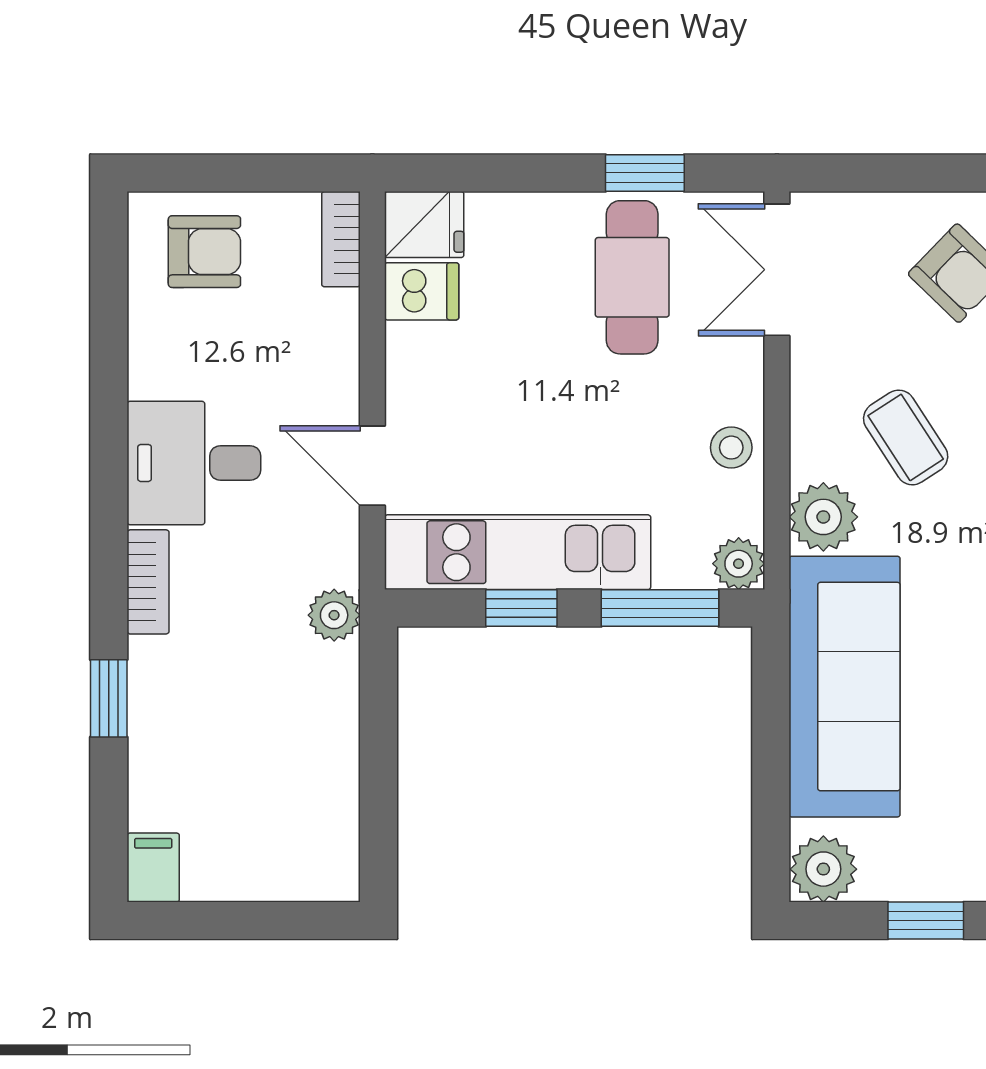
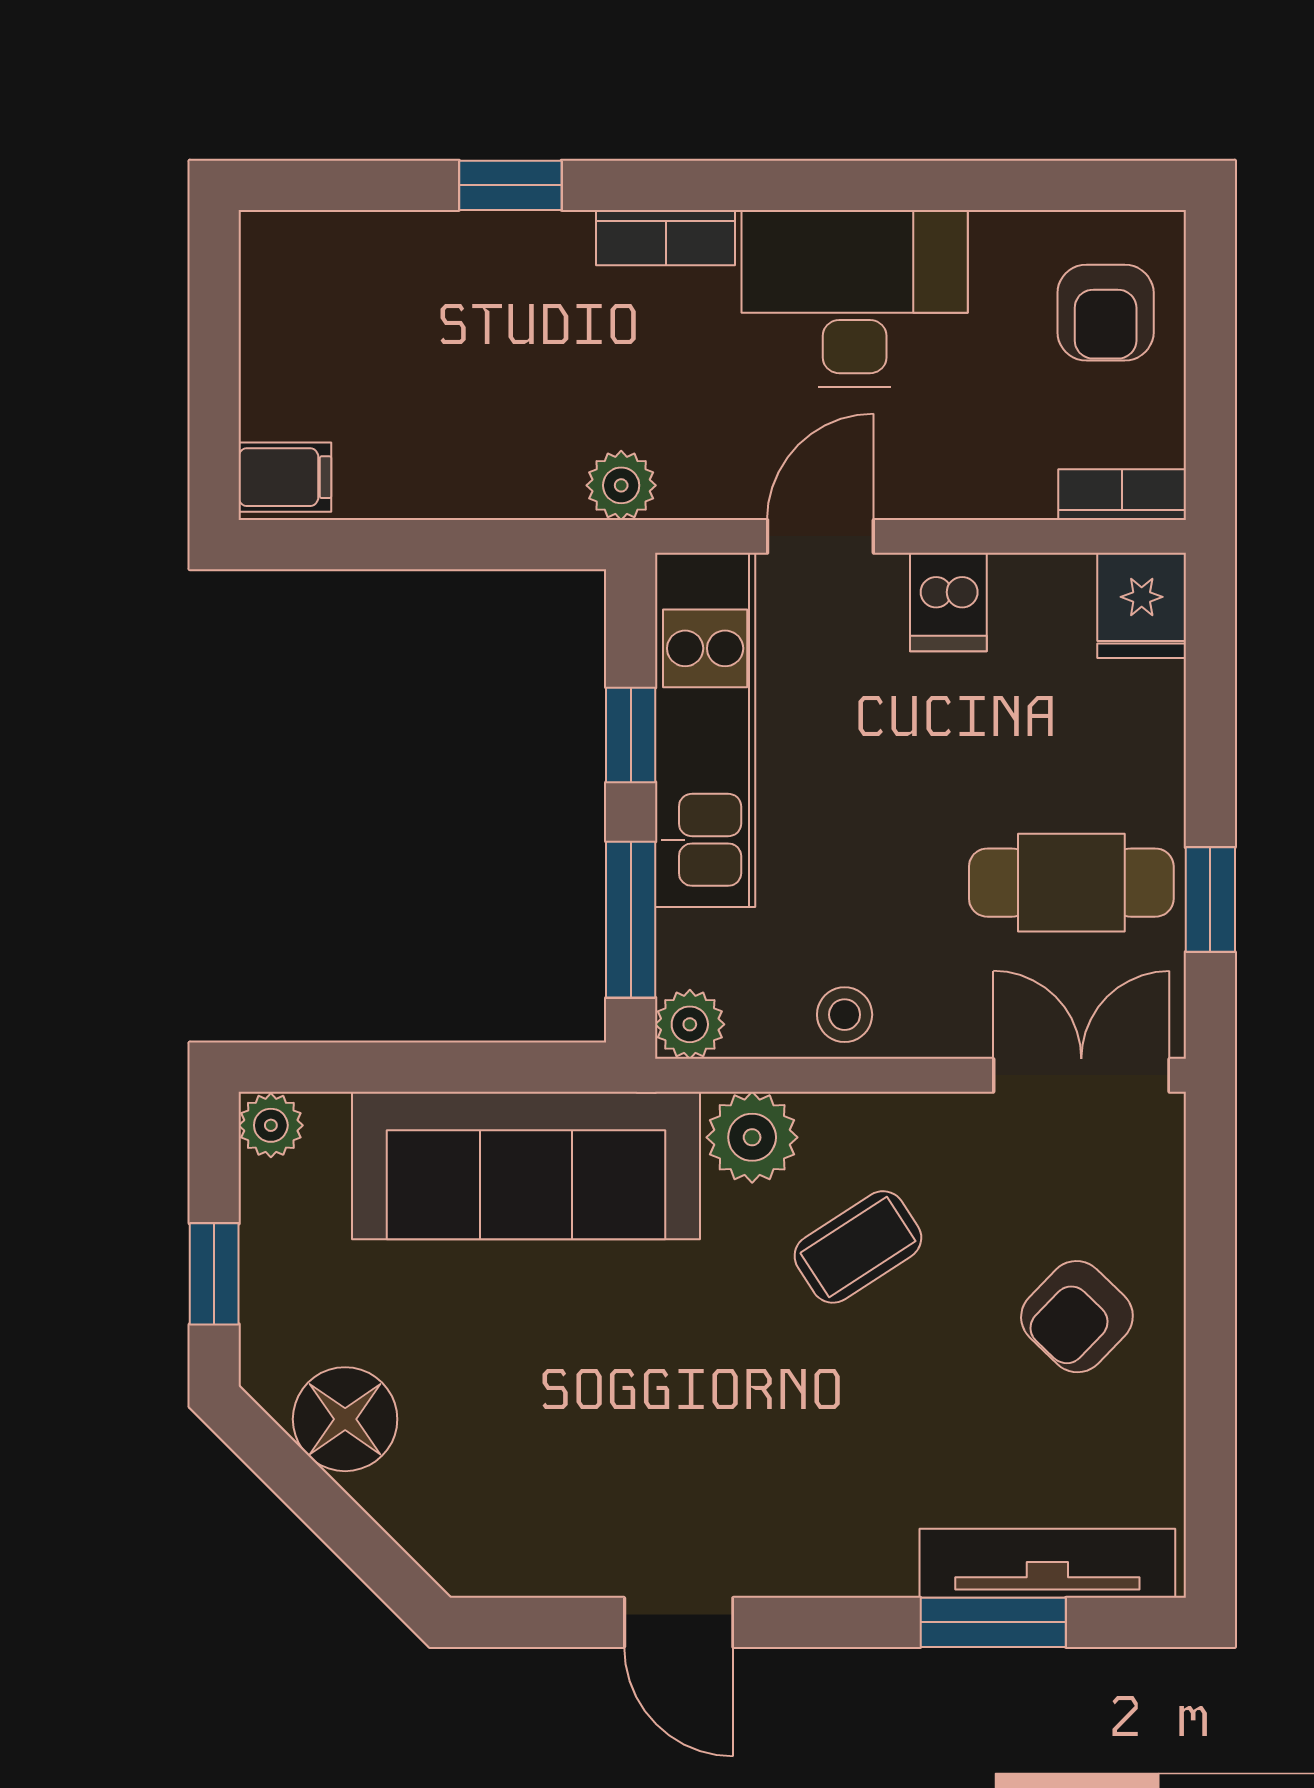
dishwasher: (422, 291) -> (948, 602), moved
desk: (194, 463) -> (855, 299), width x1.37
filing cabinet: (153, 868) -> (285, 477), moved
plant: (823, 869) -> (271, 1125), width x0.73, depth x0.73

